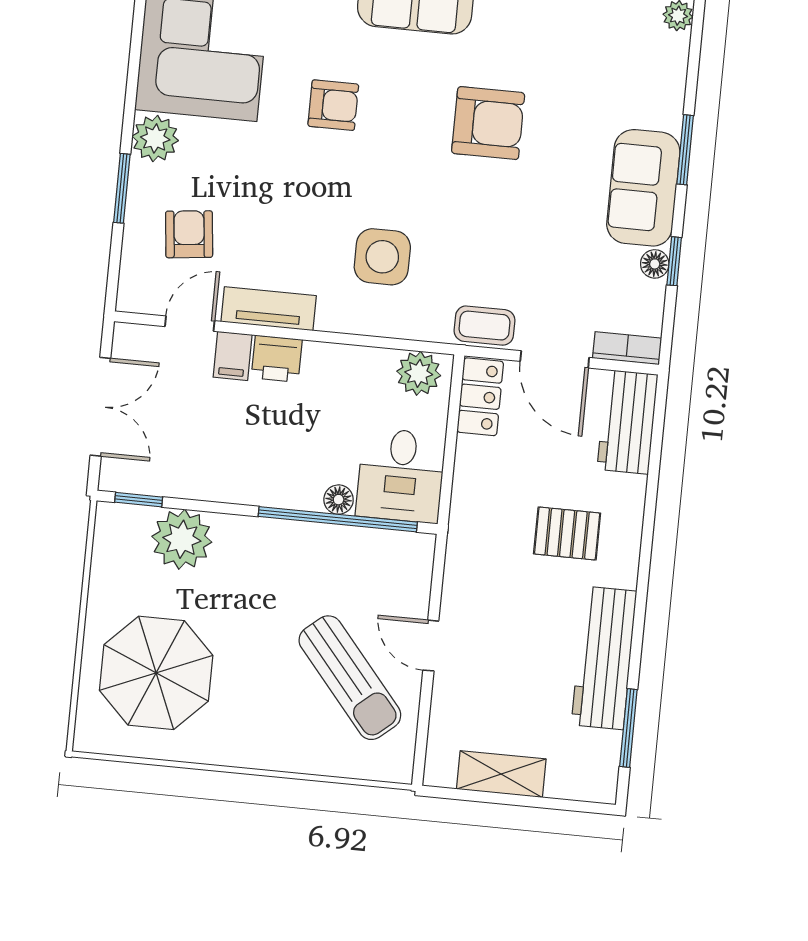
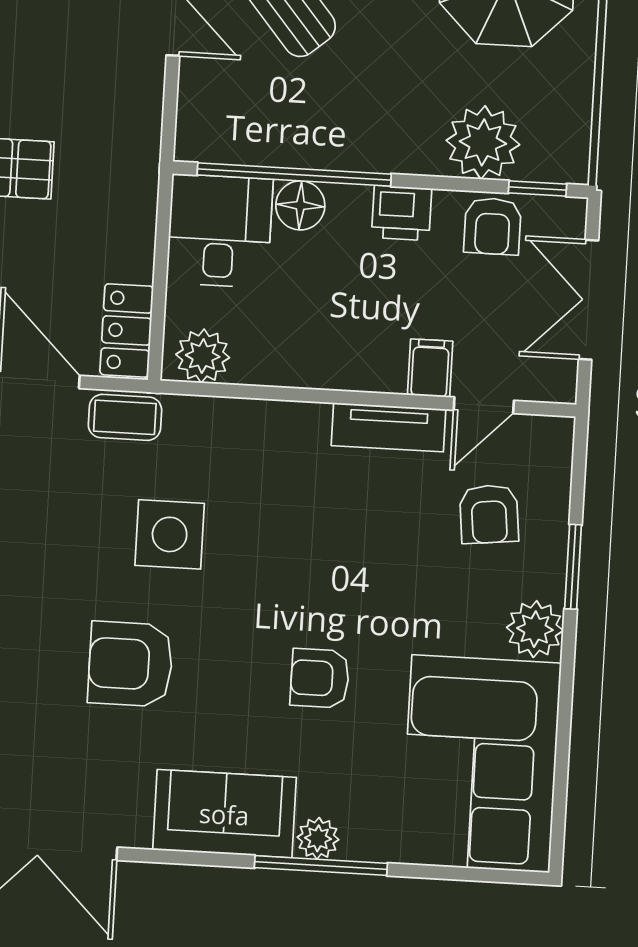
side table: (382, 257) -> (170, 534), moved
printer: (277, 359) -> (402, 213), moved, turned 180
armchair: (177, 470) -> (493, 226), added
floor lamp: (339, 500) -> (300, 205), width x1.37, depth x1.37

